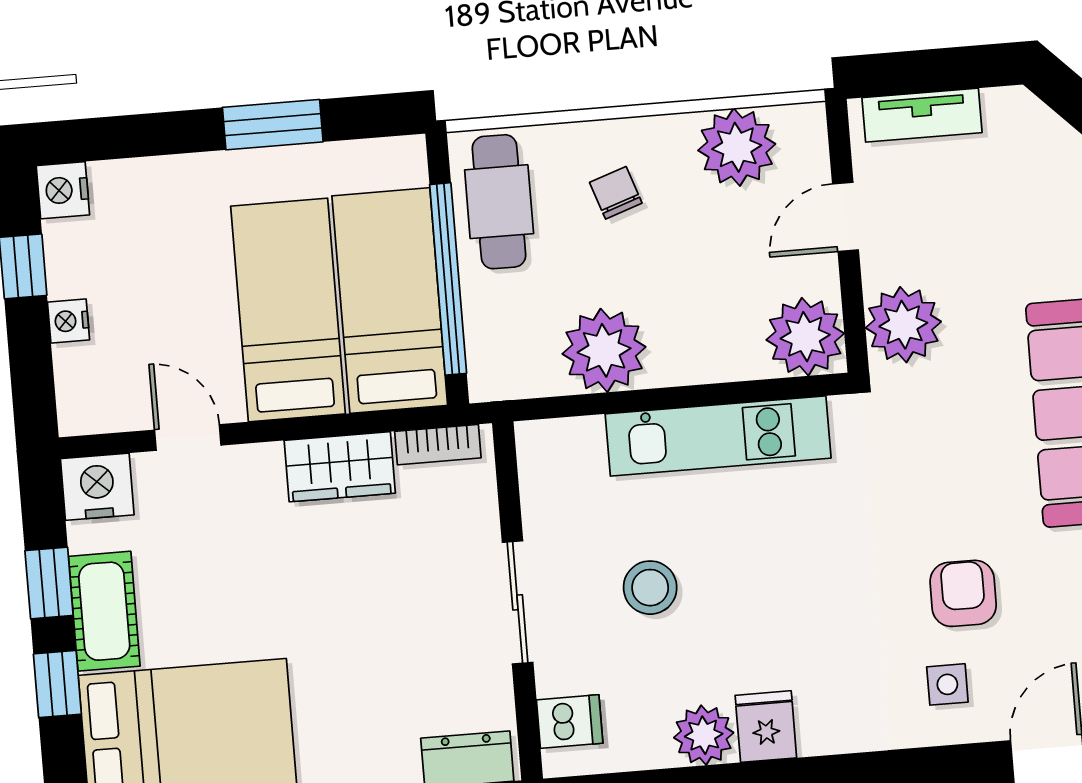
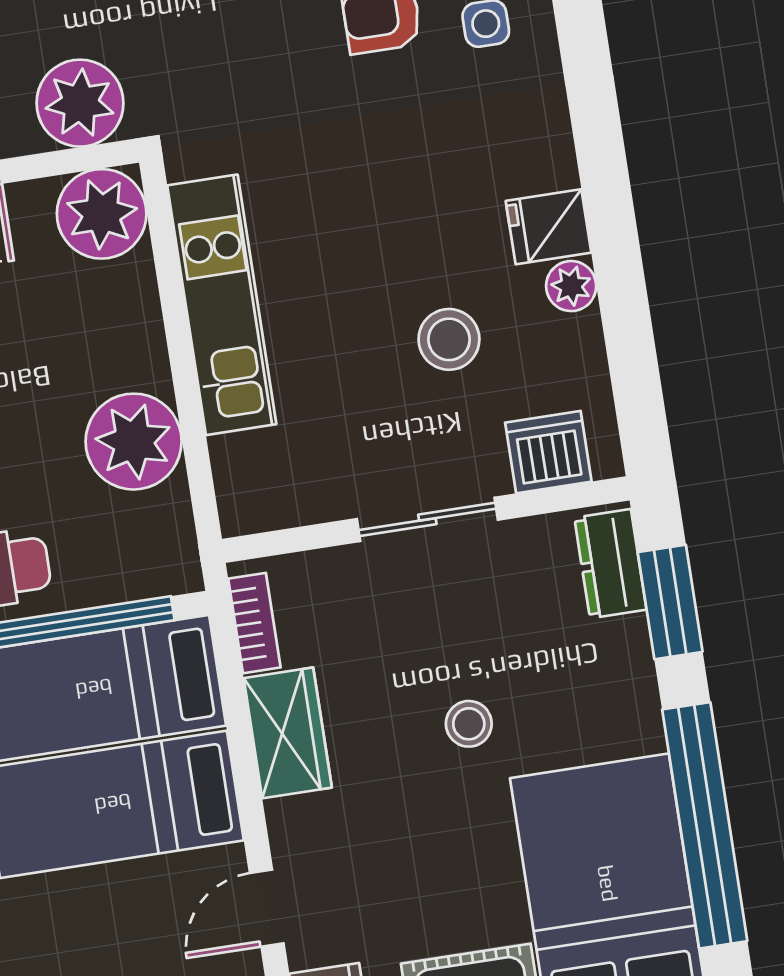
stool: (650, 588) -> (449, 339), moved
stool: (336, 626) -> (469, 724), added
dishwasher: (570, 722) -> (548, 452), width x1.38
plant: (704, 735) -> (571, 286), width x0.73, depth x0.73

